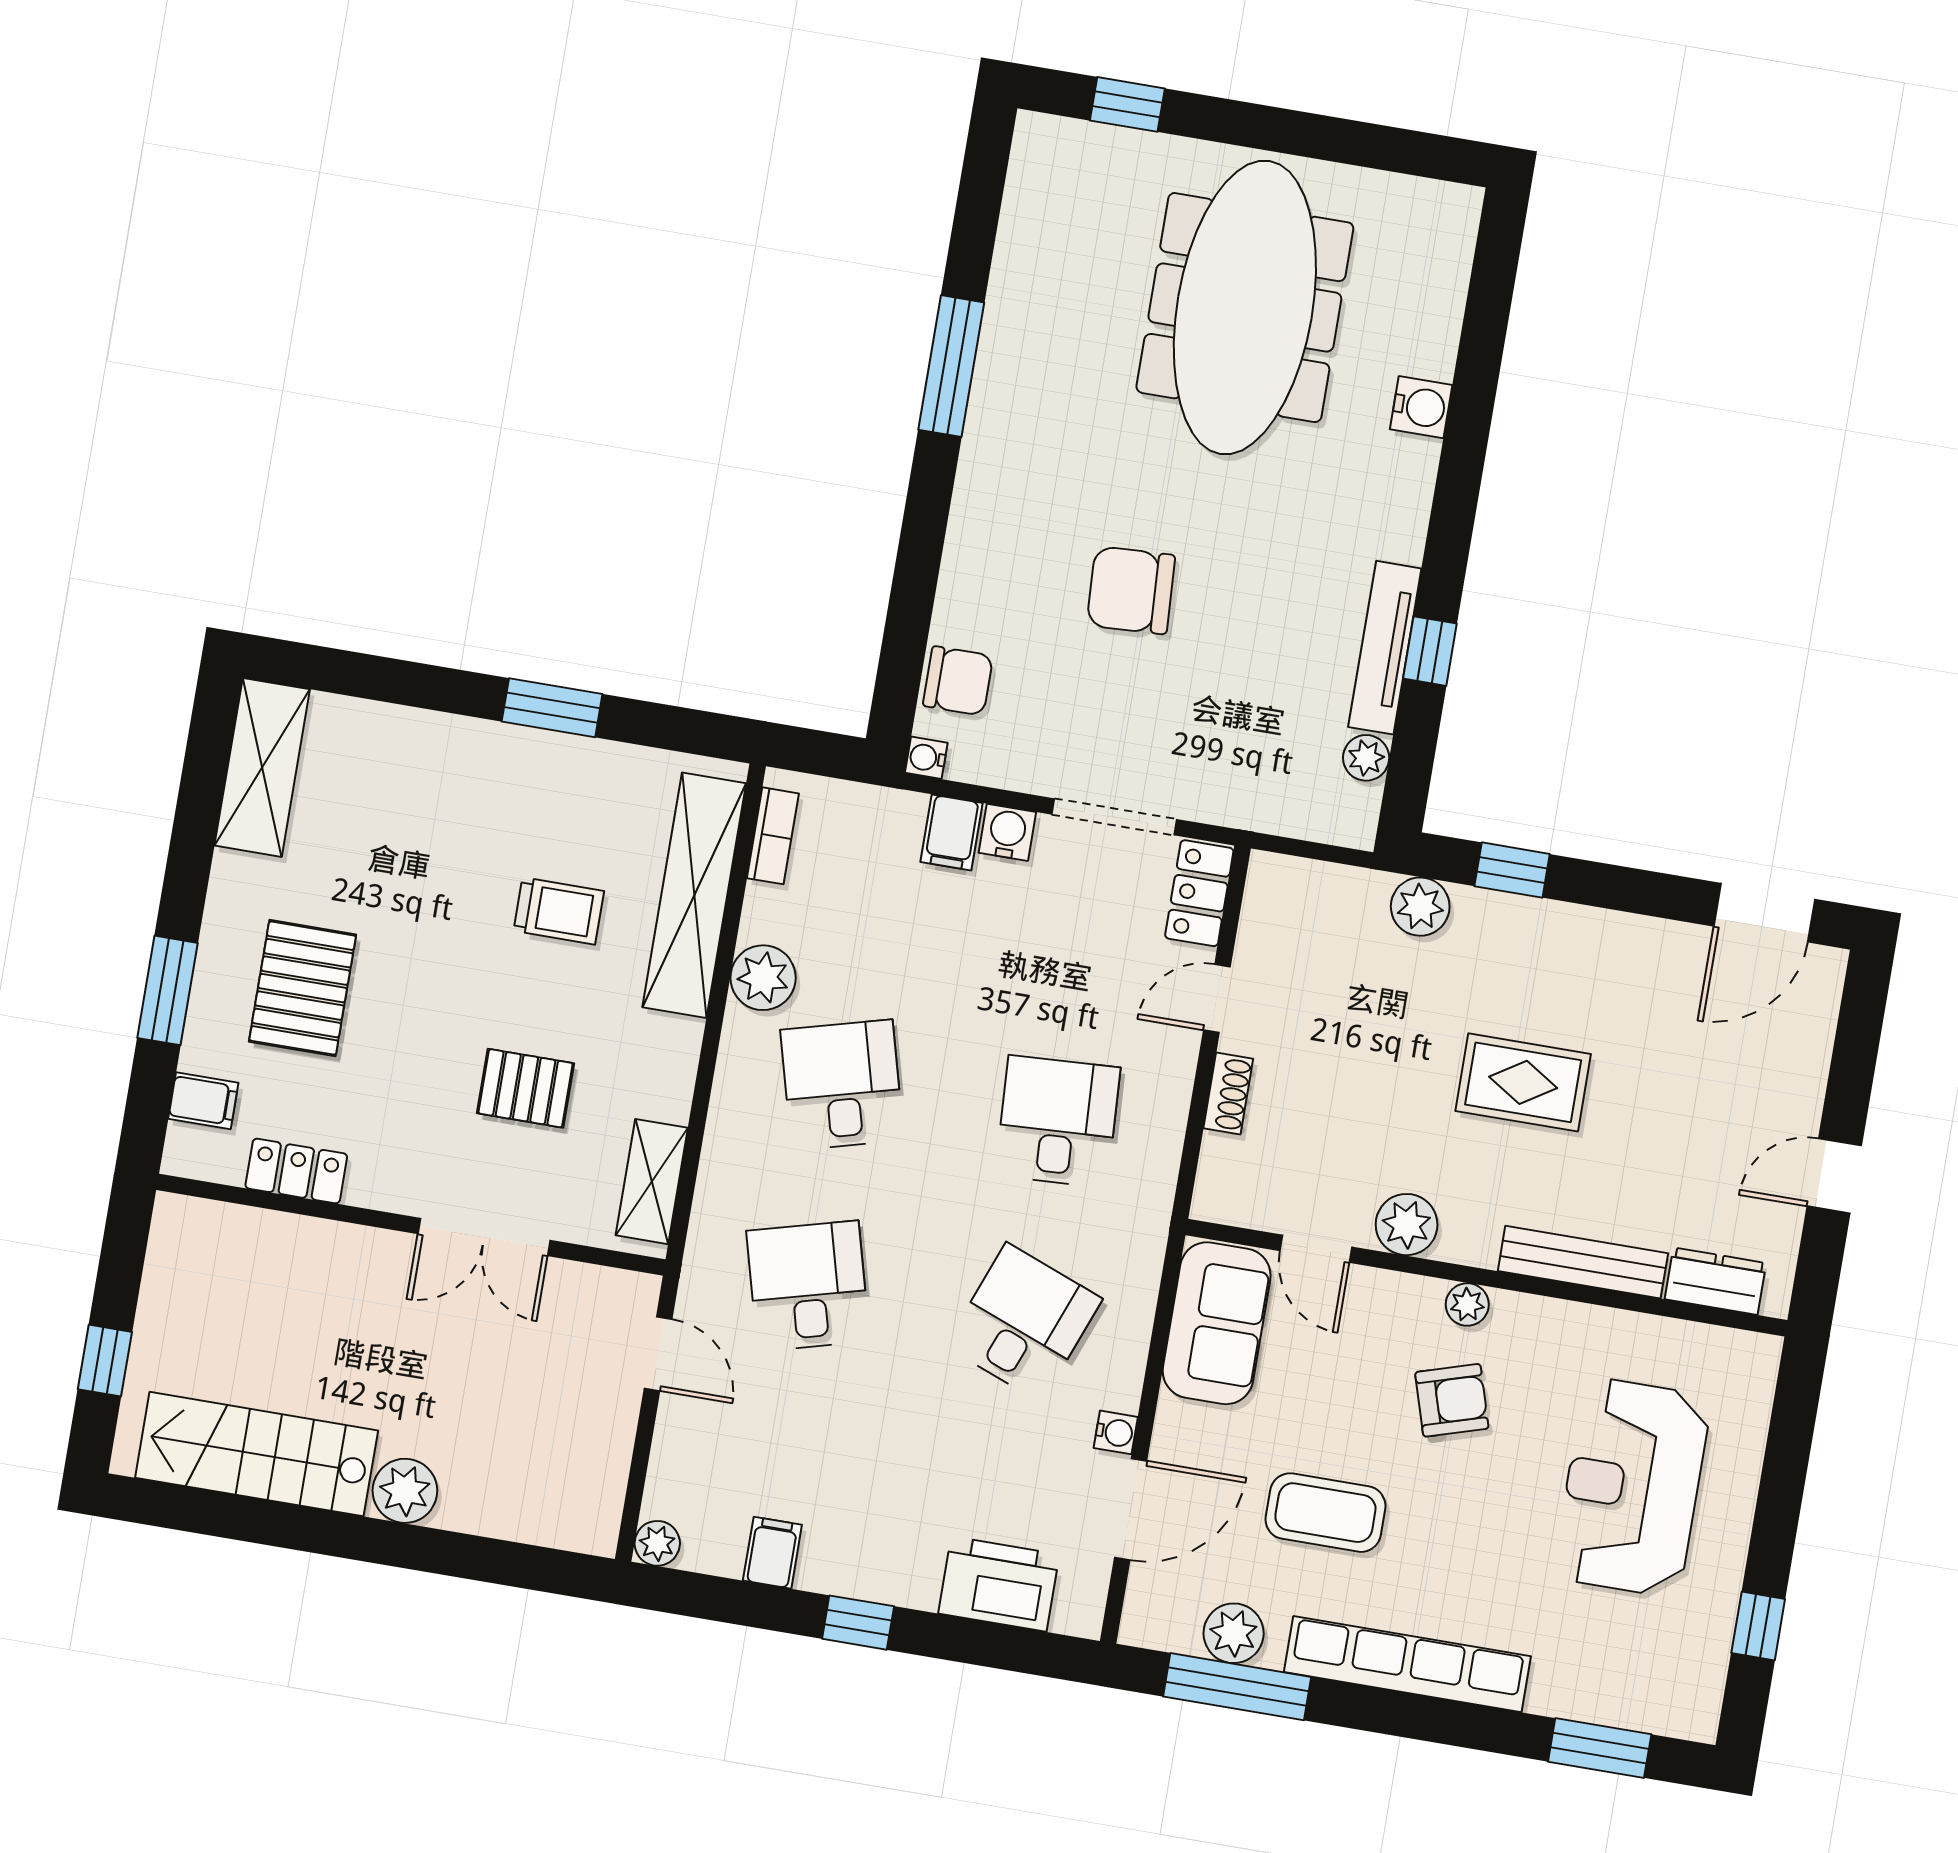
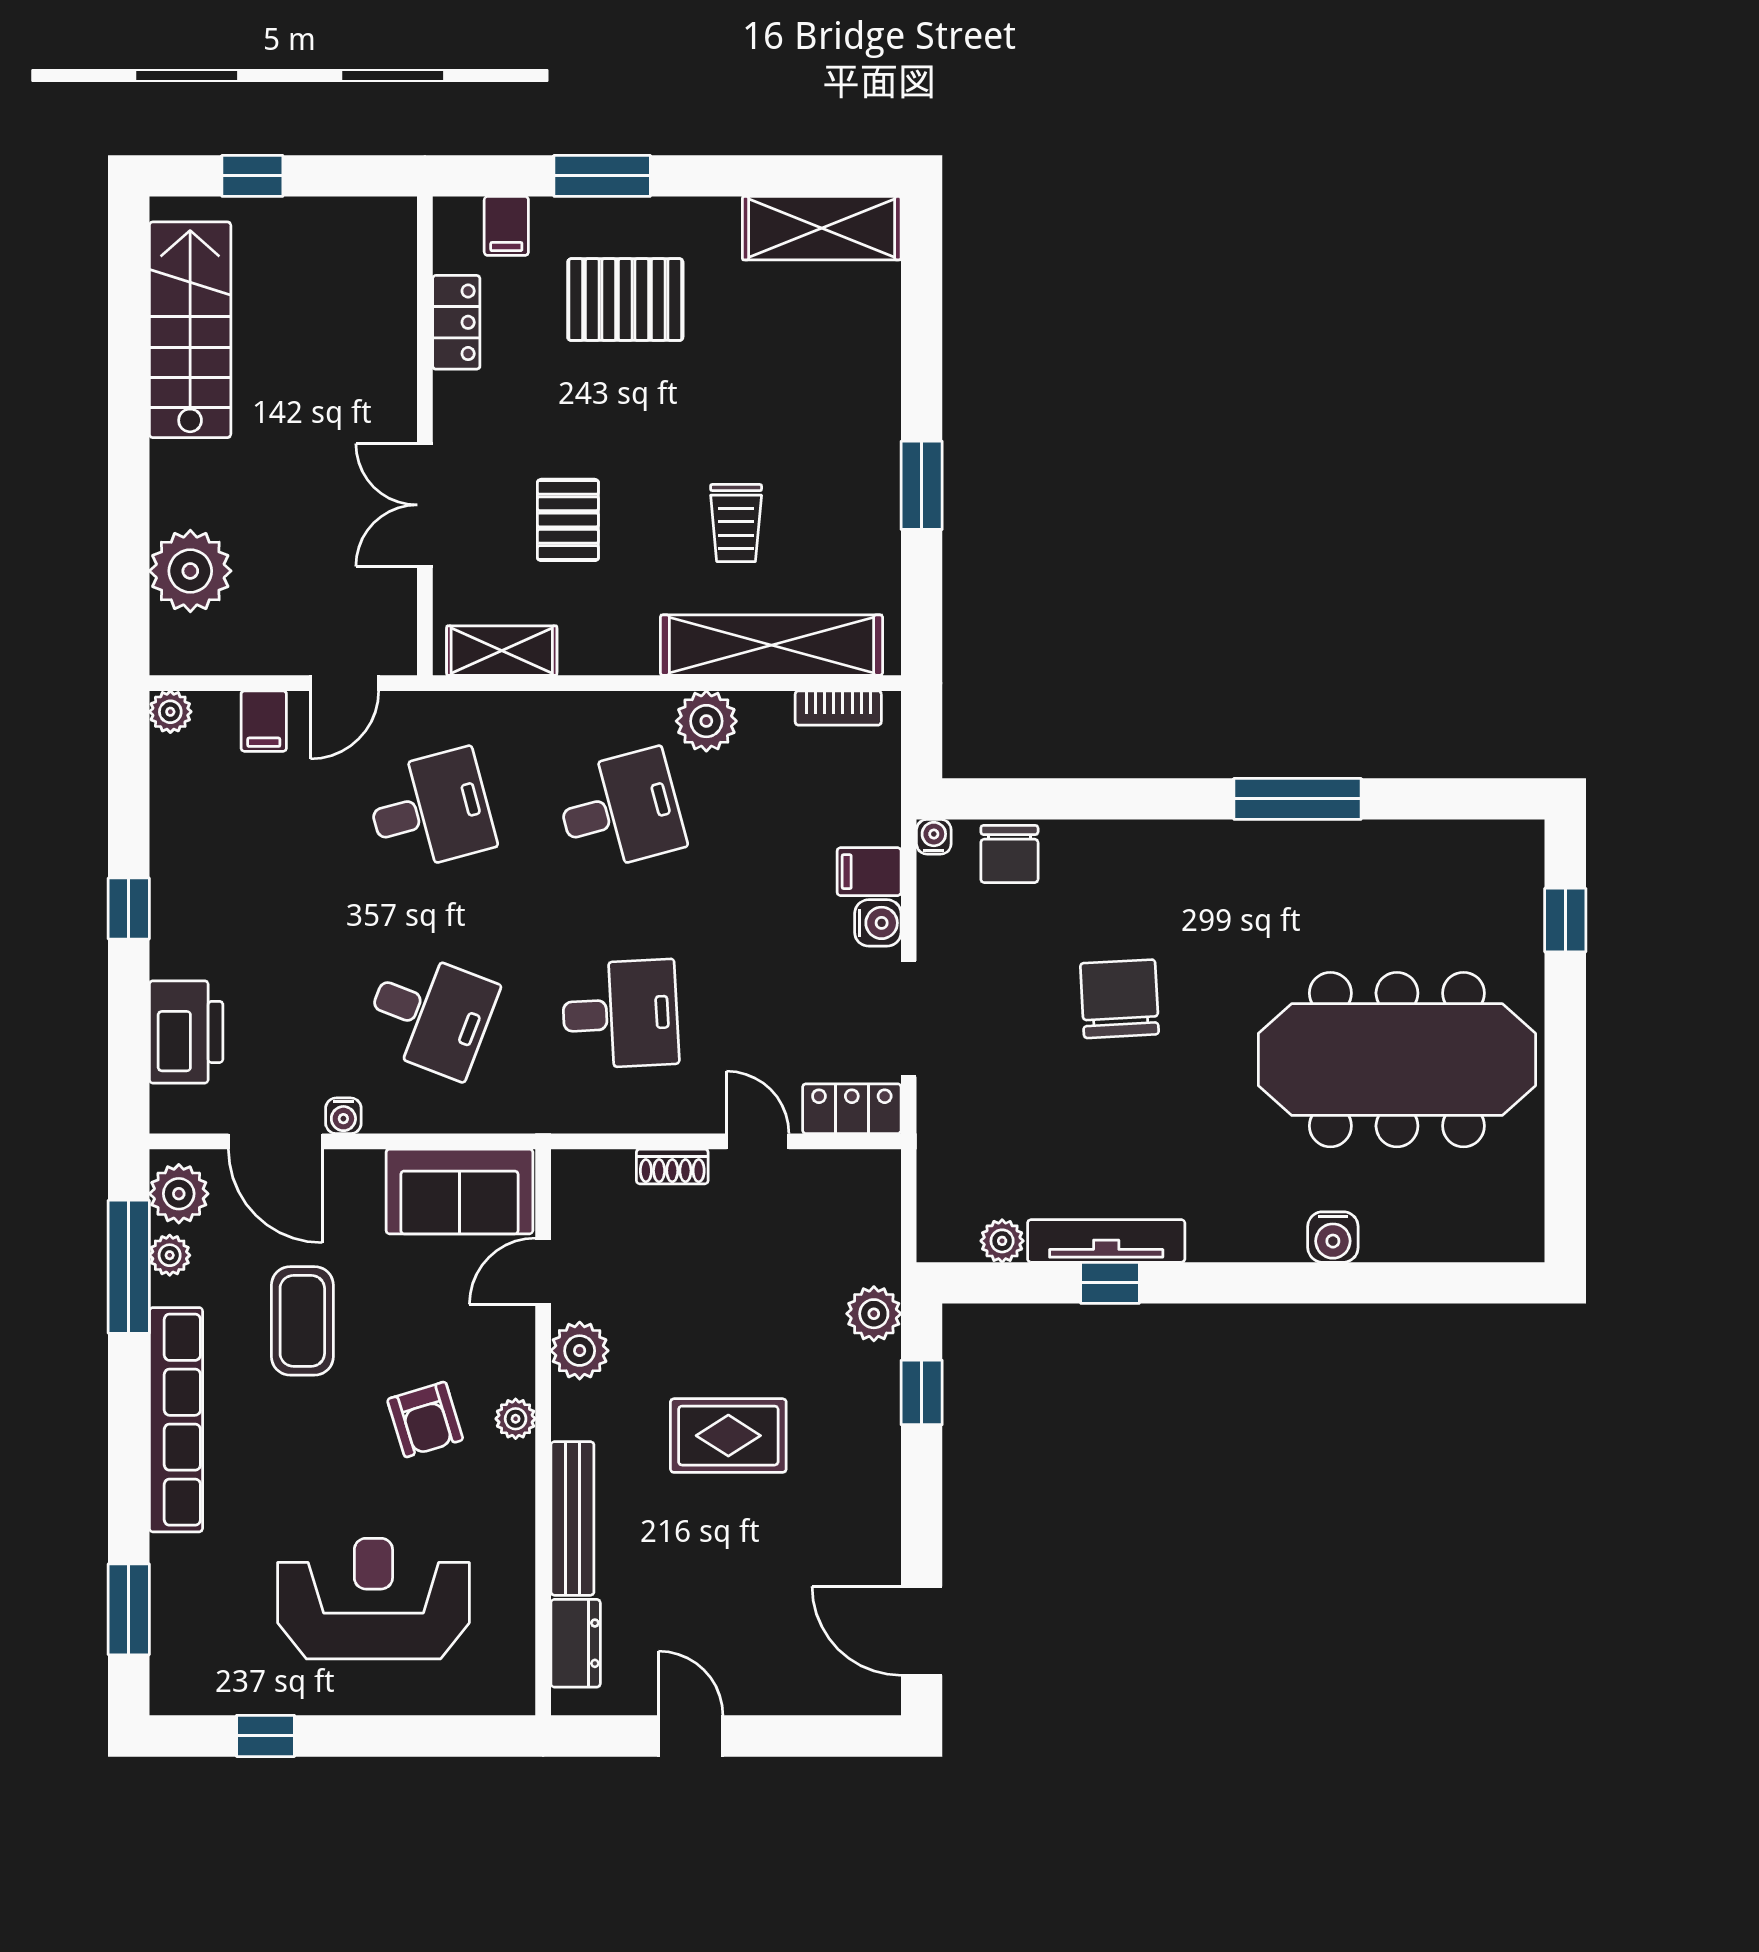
rug: (1523, 1082) -> (728, 1436), turned 90
plant: (405, 1491) -> (190, 571), moved, width x1.36, depth x1.36
filing cabinet: (772, 1553) -> (264, 721), moved, turned 90
plant: (1169, 1621) -> (179, 1194), added
plant: (1234, 1633) -> (170, 1255), width x0.73, depth x0.73

